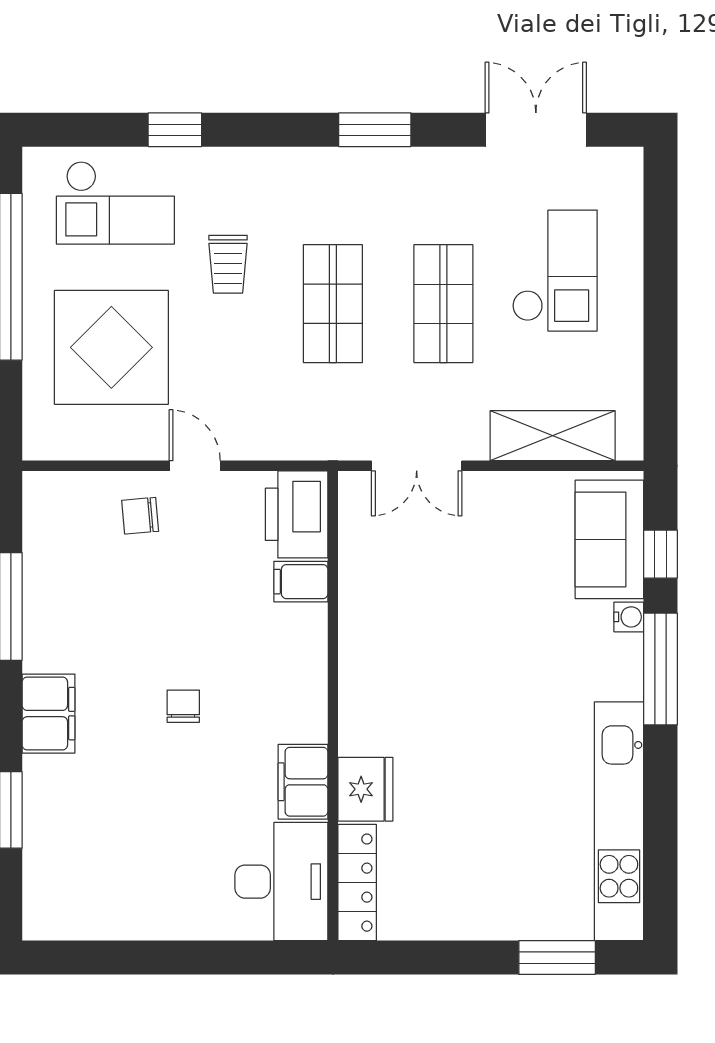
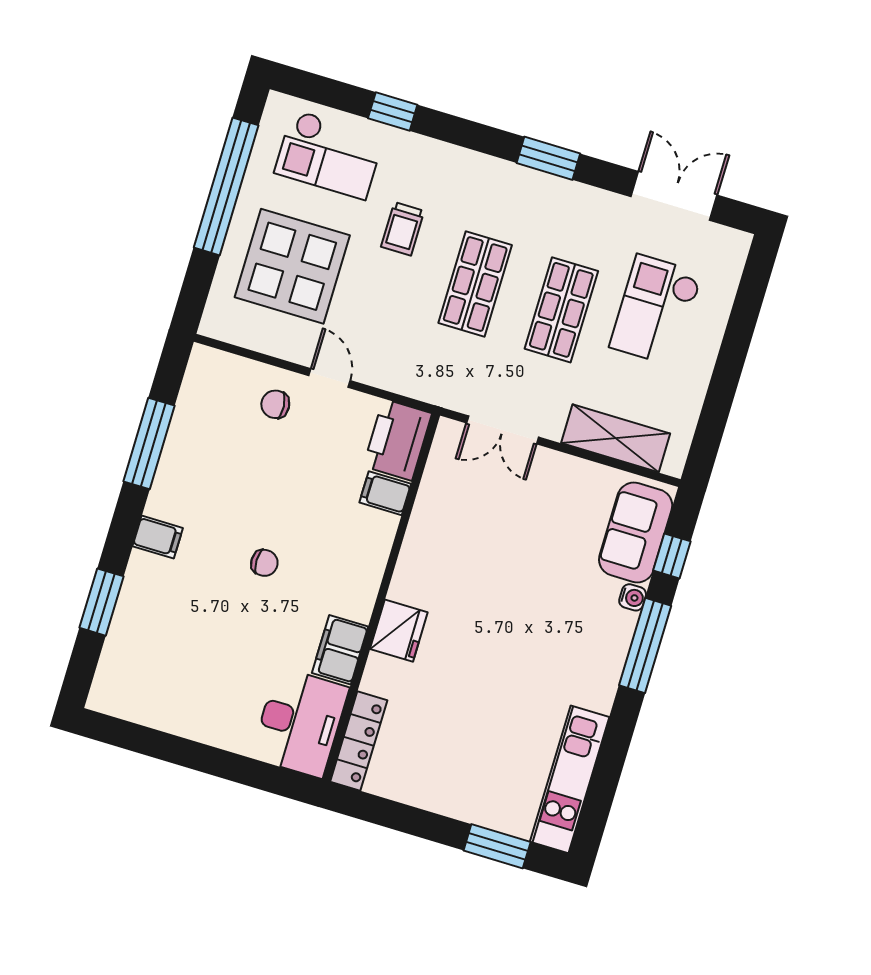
checkout: (555, 271) -> (656, 310), turned 180
chair: (183, 706) -> (264, 563), turned 90
filing cabinet: (49, 714) -> (158, 537), width x0.50
fridge: (365, 789) -> (399, 631), moved
kitchen unit: (619, 821) -> (570, 779), width x0.73

